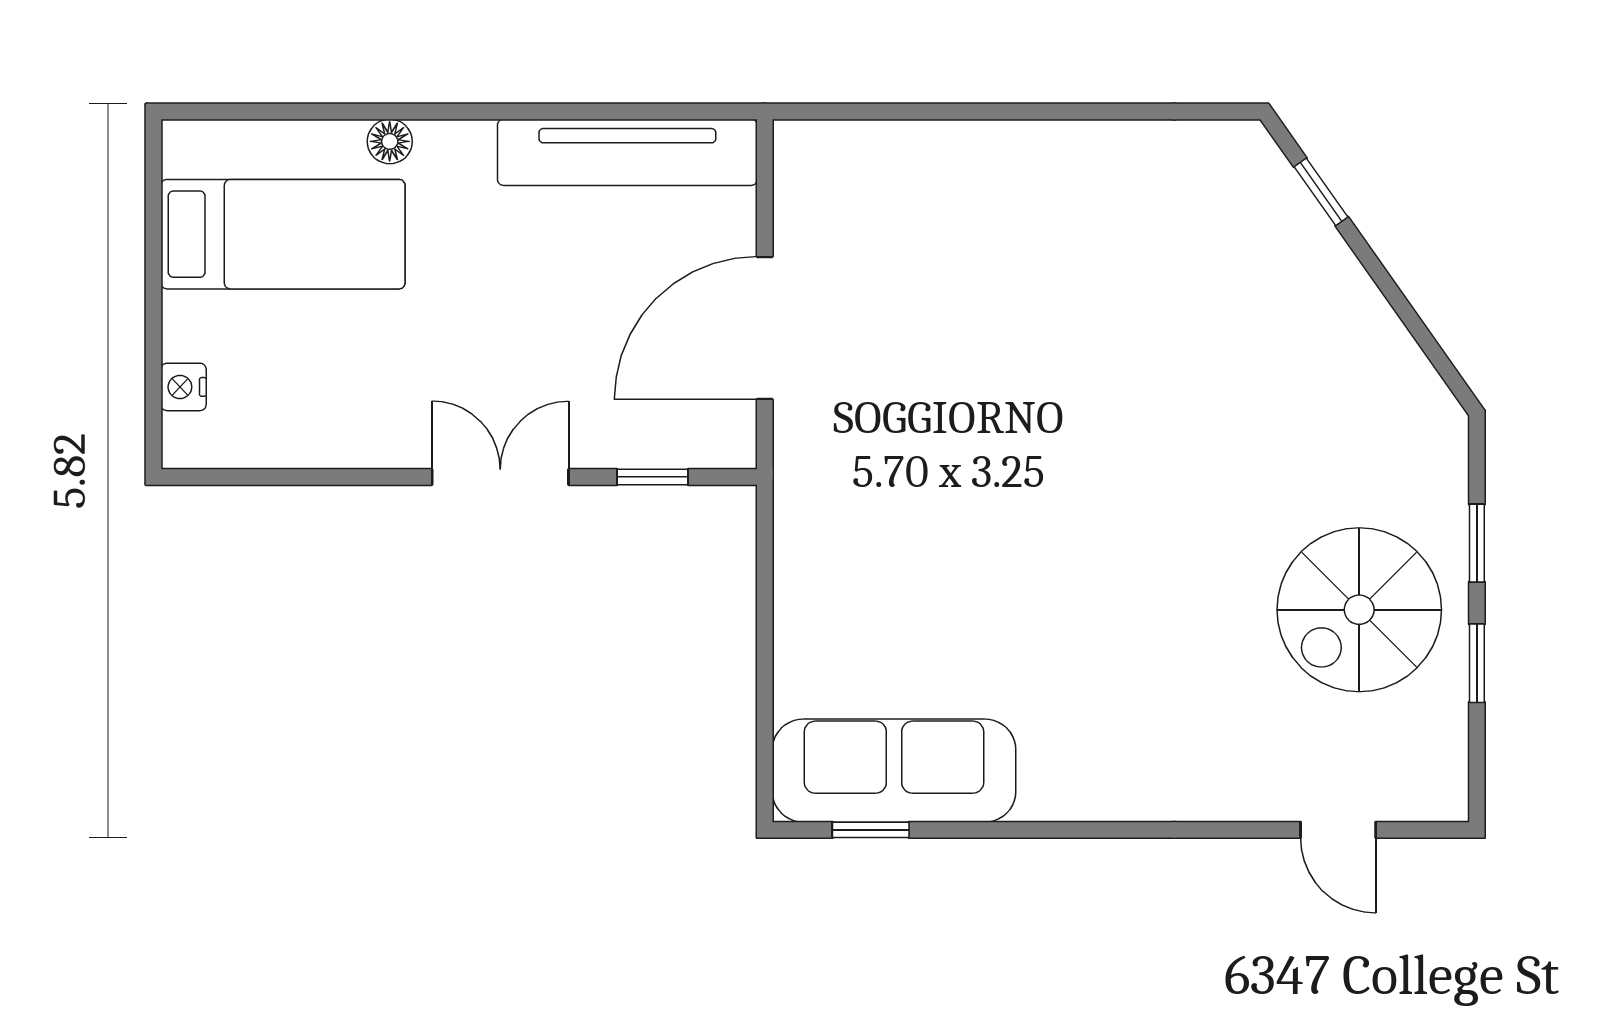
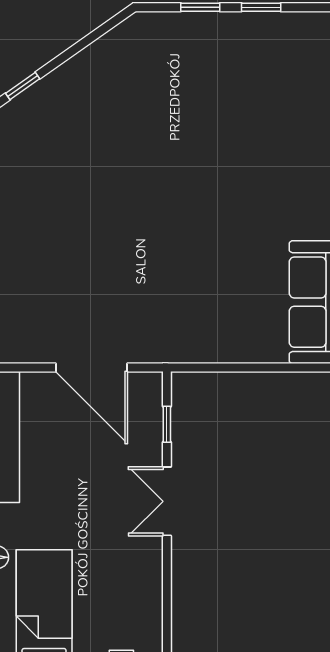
spiral stairs: (1359, 610) -> (234, 67), removed

